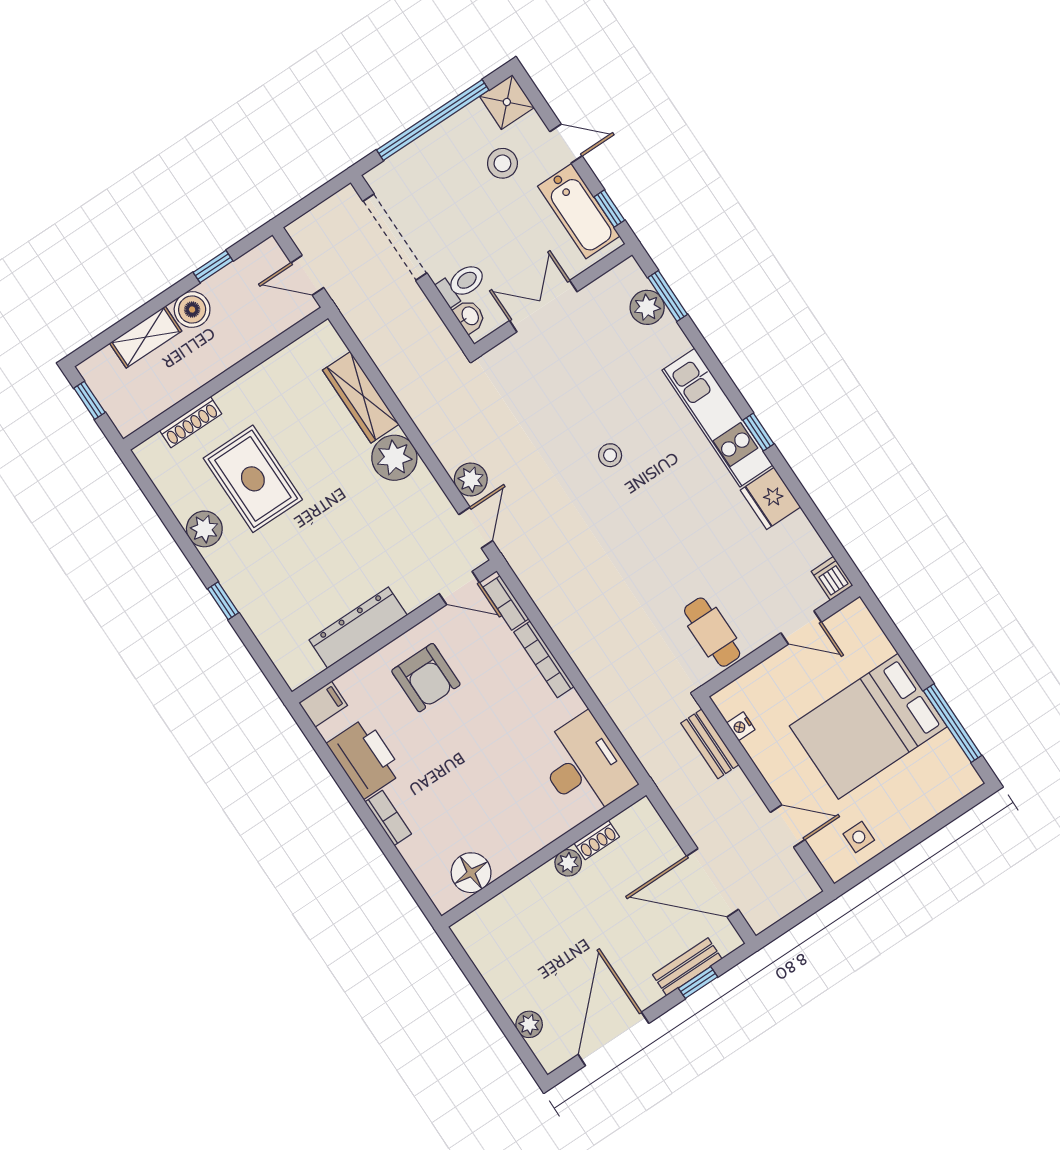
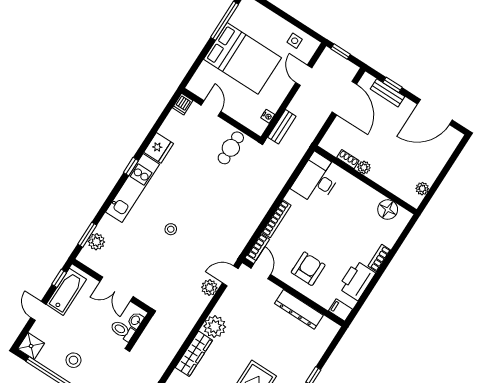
stool: (502, 163) -> (73, 360), moved
window: (802, 913) -> (341, 52), added
plant: (529, 1024) -> (422, 189), moved

